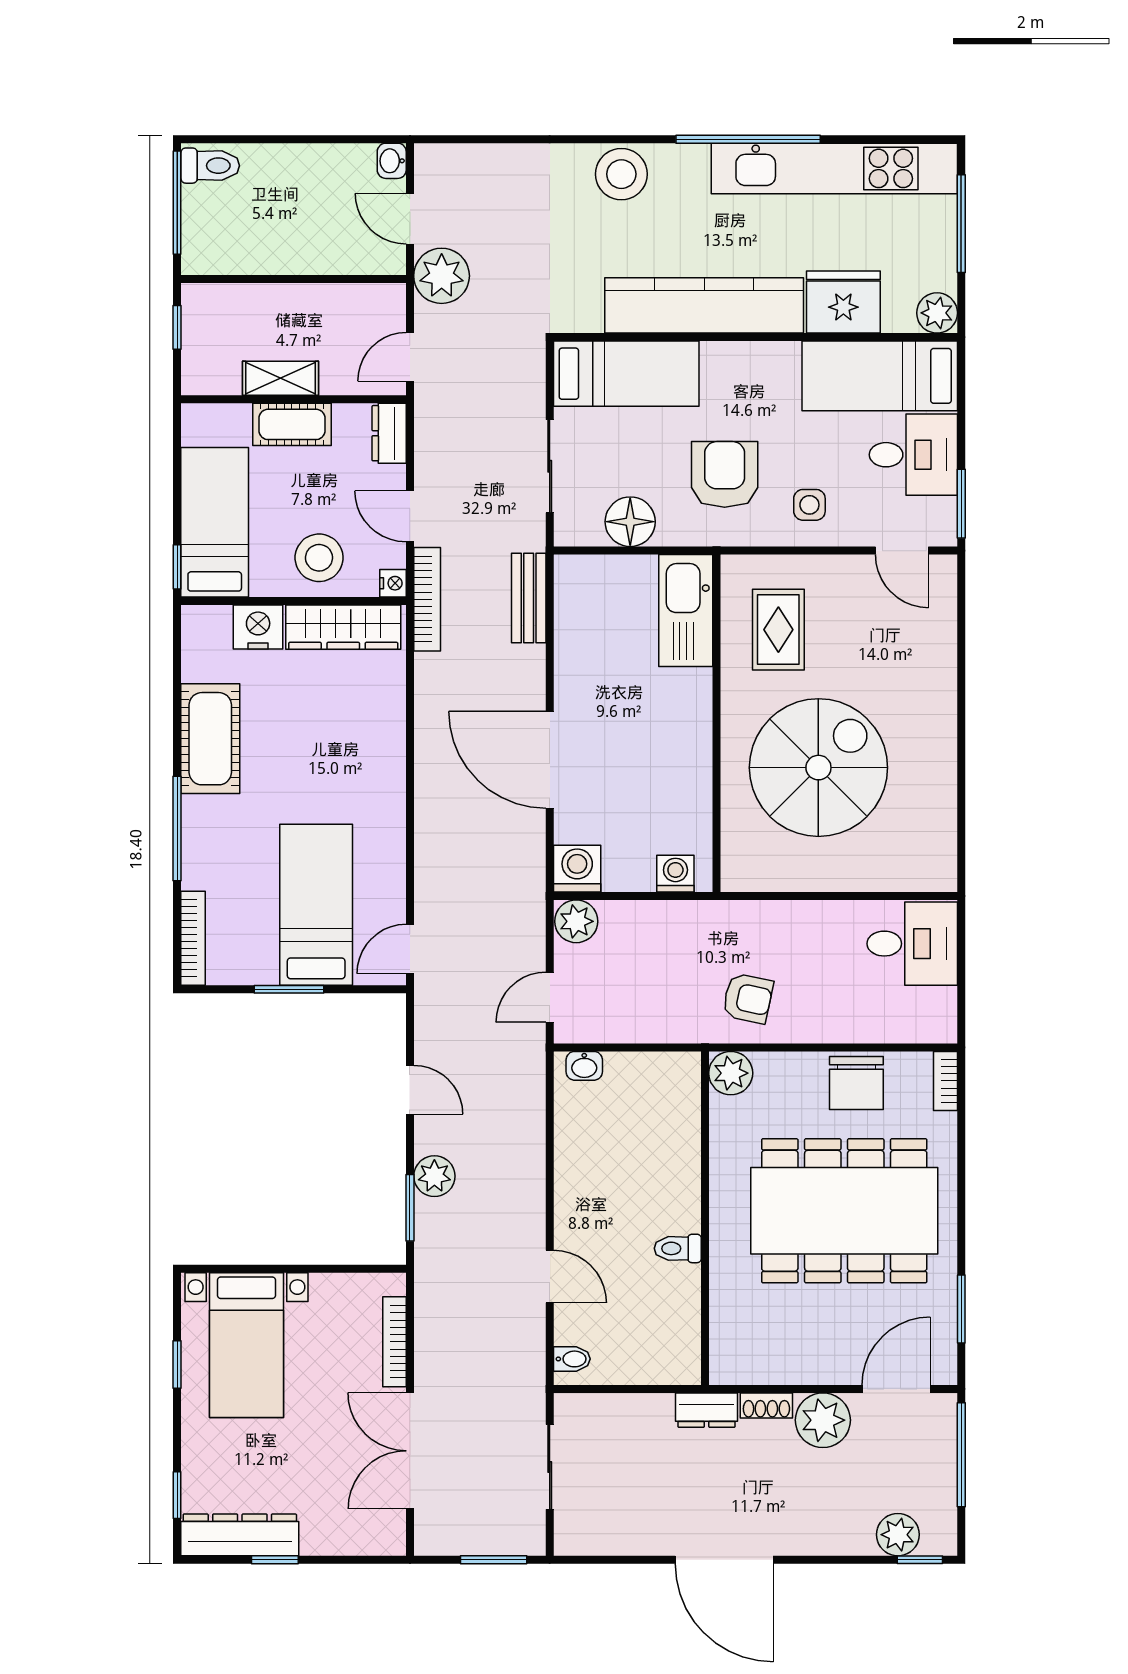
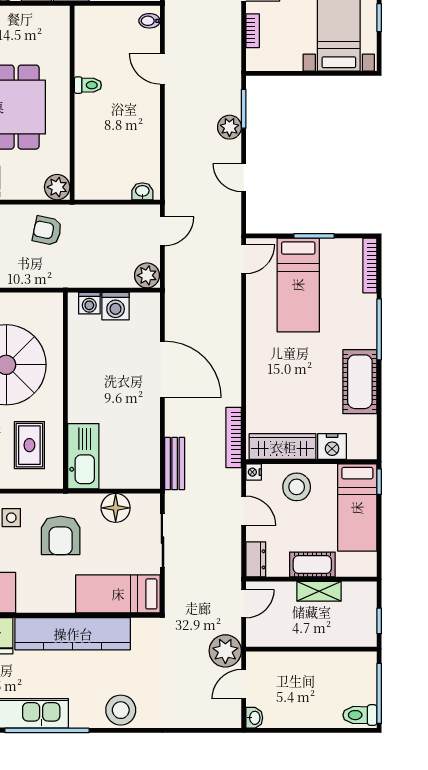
door: (410, 219) -> (244, 684), swing flipped
bookcase: (427, 599) -> (234, 437), moved
washing machine: (577, 869) -> (116, 306), moved
bookcase: (395, 1342) -> (253, 31), width x0.64

